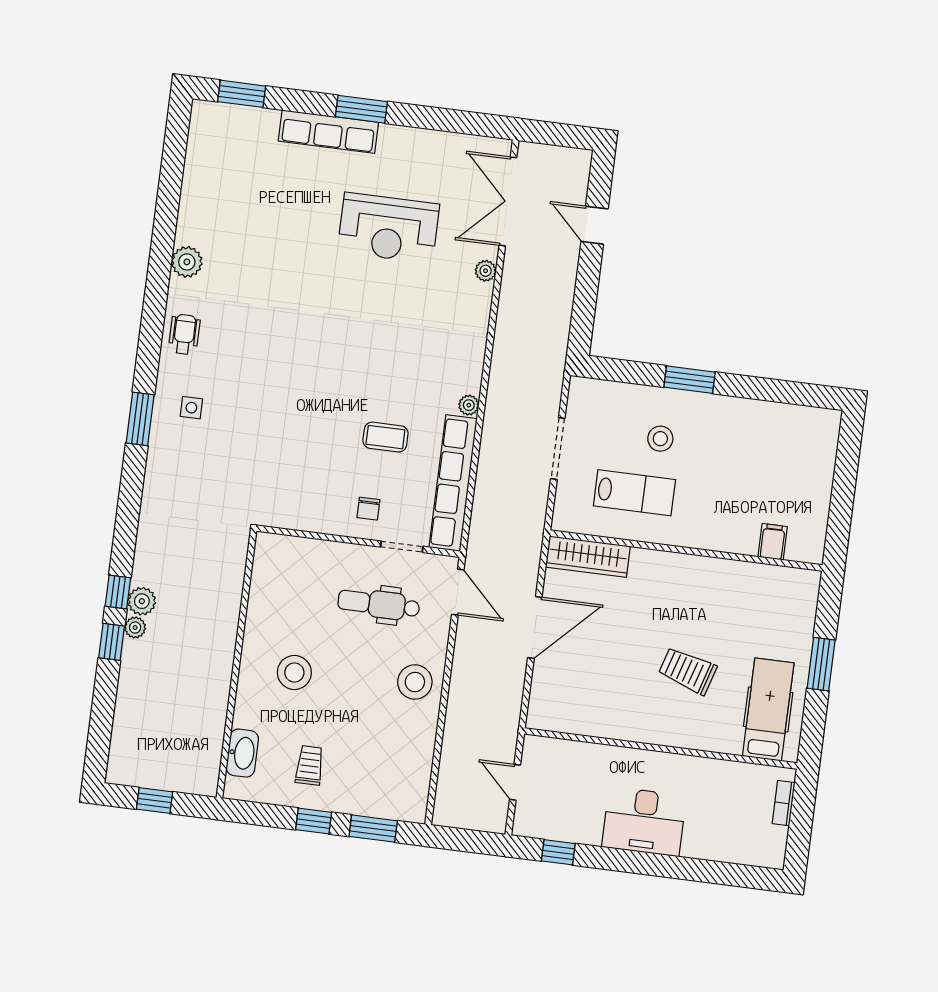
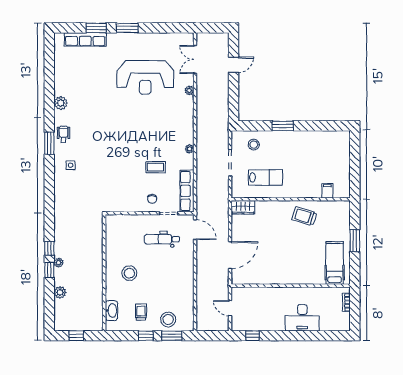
window: (242, 94) -> (96, 28), moved
row of seats: (328, 132) -> (85, 39), moved
double door: (508, 201) -> (195, 59), width x0.73
door: (595, 225) -> (234, 65), swing flipped
reception desk: (388, 228) -> (145, 77), width x1.36, depth x1.30
window: (140, 419) -> (49, 143), moved
stool: (660, 439) -> (254, 145), moved
row of seats: (453, 483) -> (187, 191), width x0.73
wardrobe: (588, 557) -> (243, 207), width x0.67
plant: (142, 601) -> (60, 292), moved
door: (535, 628) -> (230, 255), moved
trolley: (688, 671) -> (304, 216), moved
stool: (415, 682) -> (168, 319), moved
desk: (644, 821) -> (302, 318), moved

